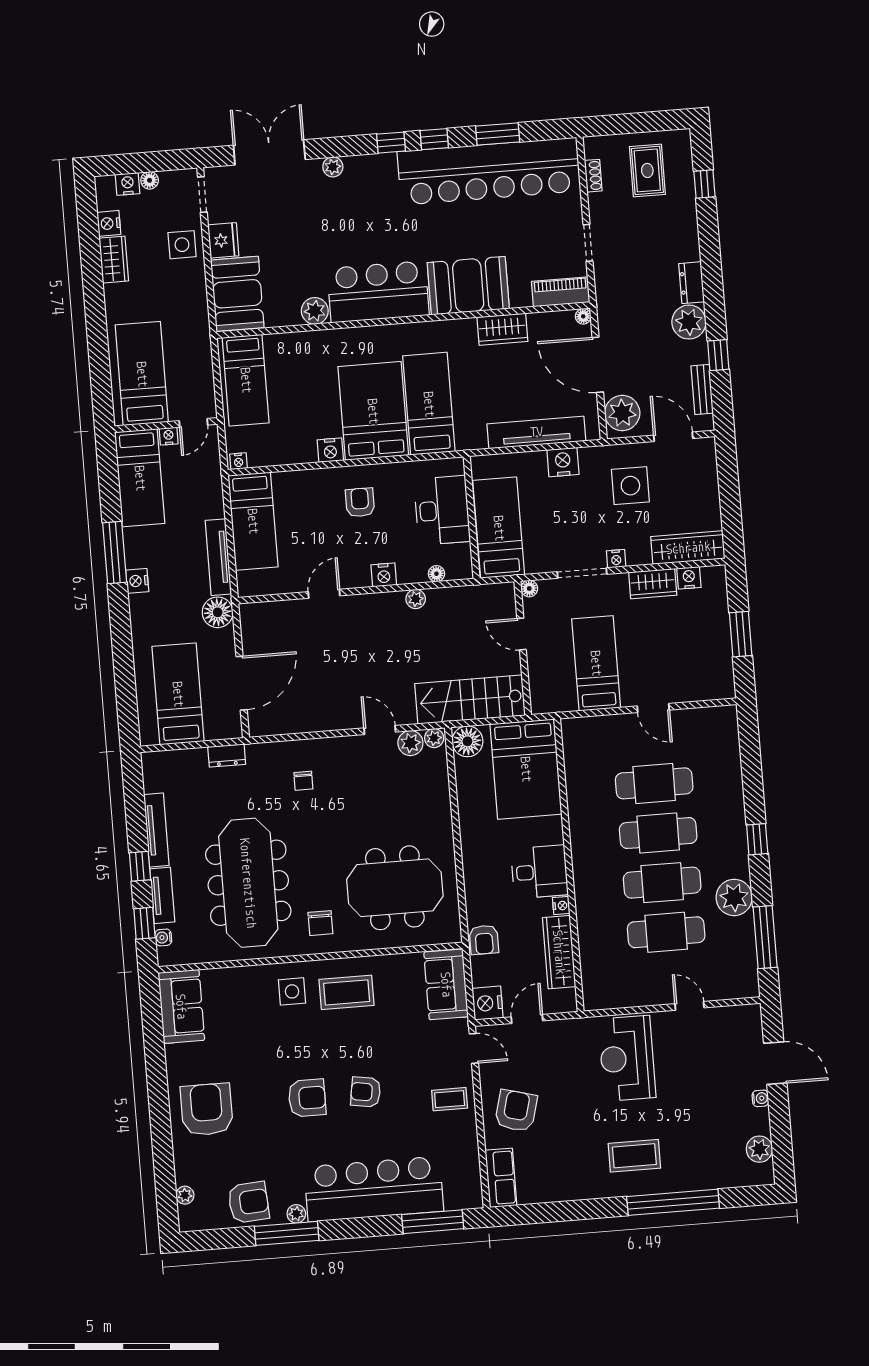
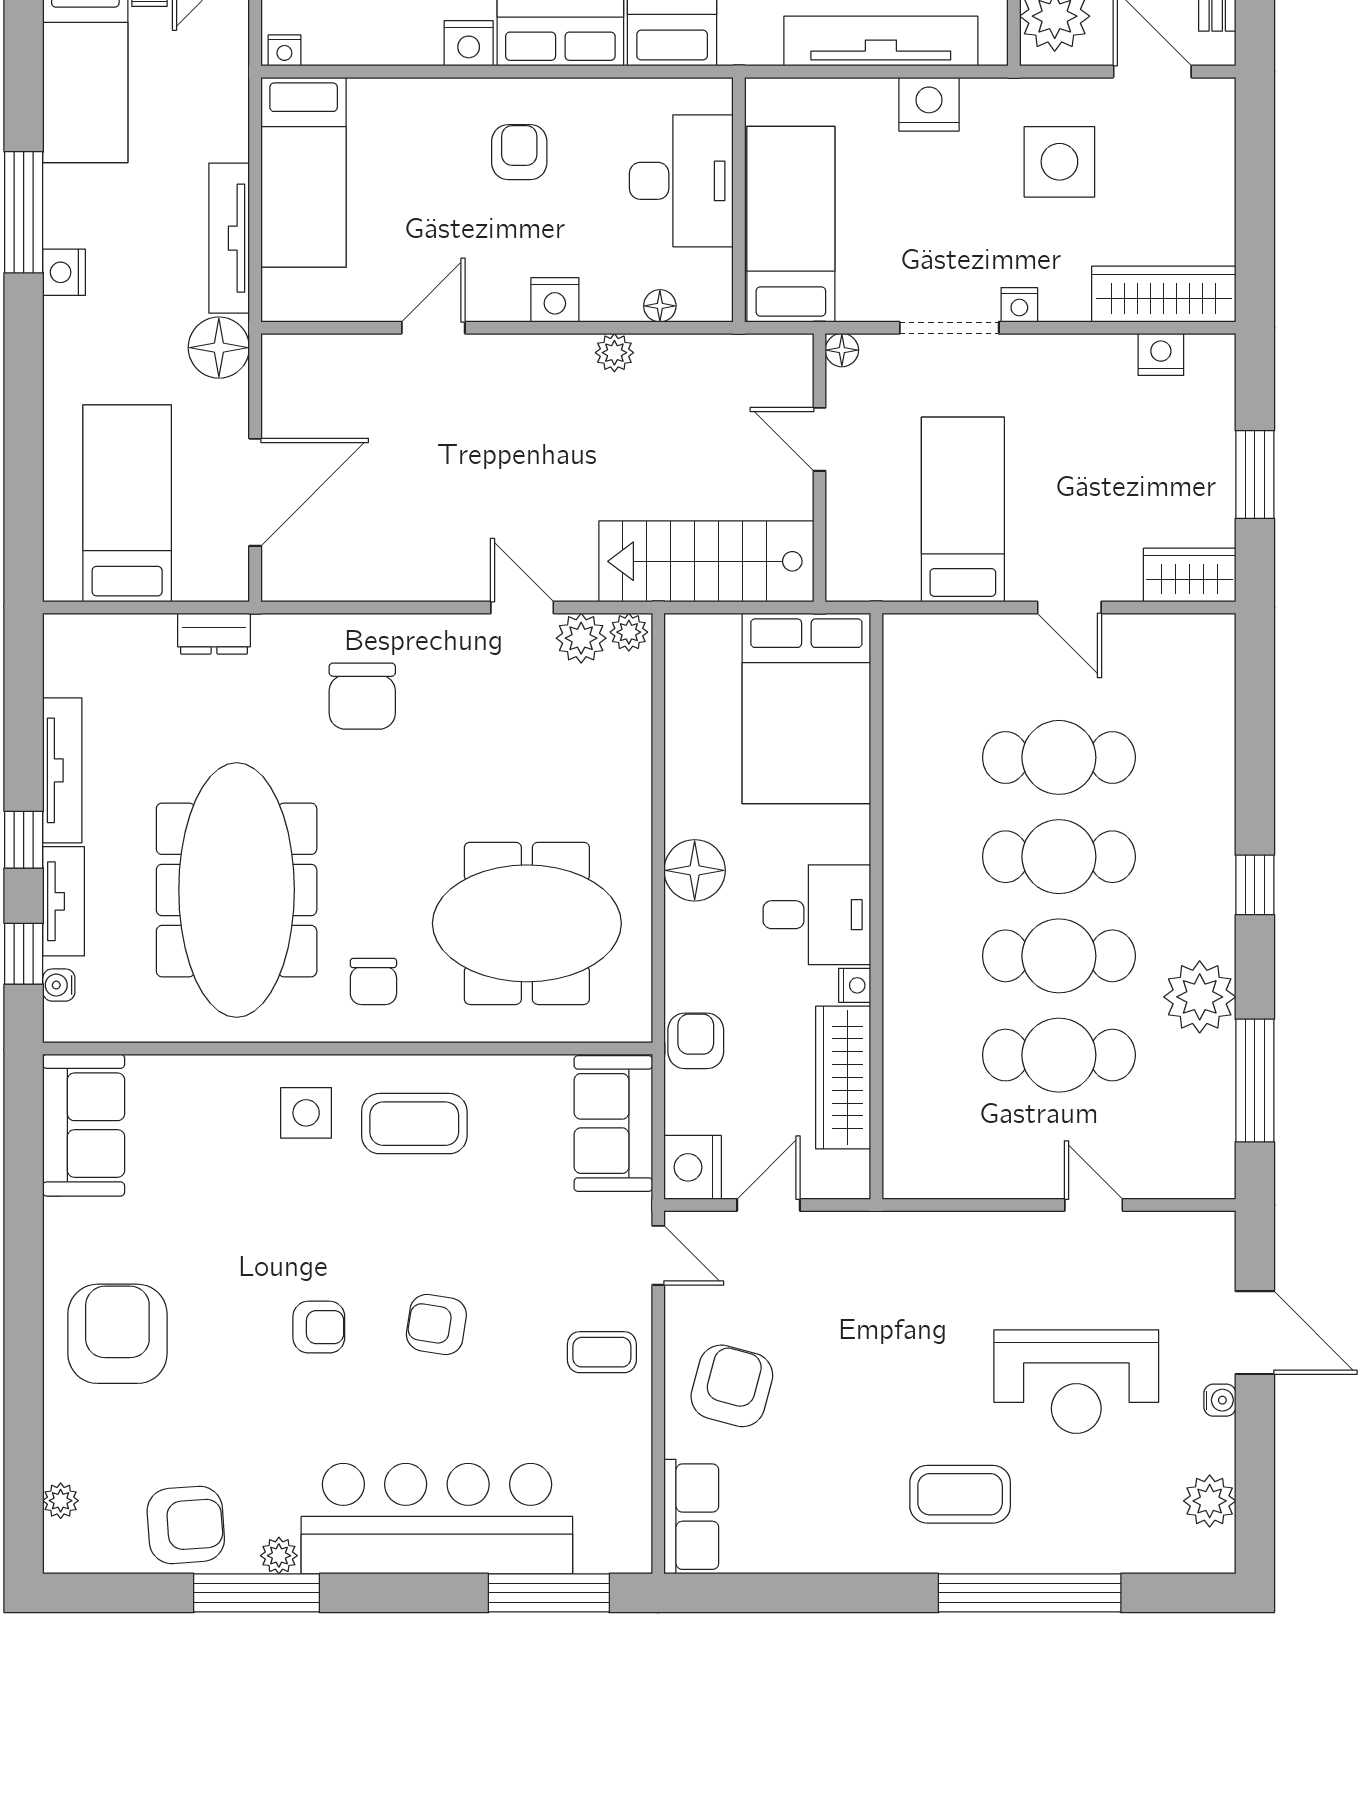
wardrobe: (653, 584) -> (1190, 575), moved, turned 180
floor lamp: (467, 741) -> (695, 870), moved
chair: (303, 781) -> (362, 696), width x1.87, depth x1.87
armchair: (484, 940) -> (696, 1041), turned 180
reception desk: (627, 1058) -> (1076, 1382), moved, turned -90
armchair: (307, 1098) -> (319, 1327), width x0.72, depth x0.72

